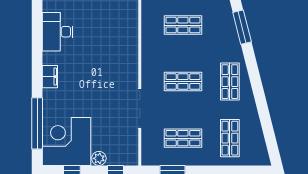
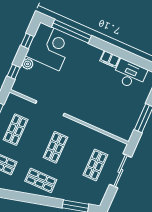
filing cabinet: (50, 77) -> (110, 59), moved

